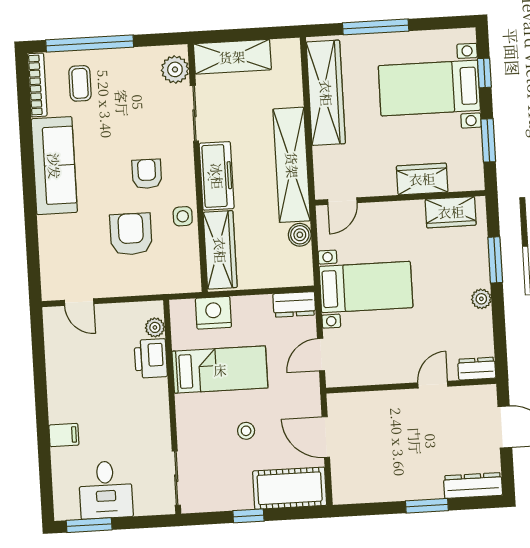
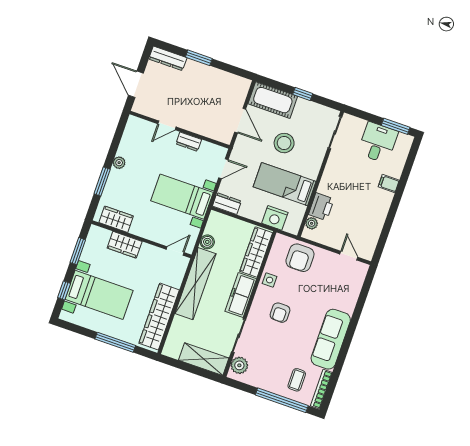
armchair: (131, 234) -> (300, 258), moved
dresser: (477, 369) -> (189, 142), moved
stool: (246, 431) -> (284, 143), width x1.89, depth x1.89

